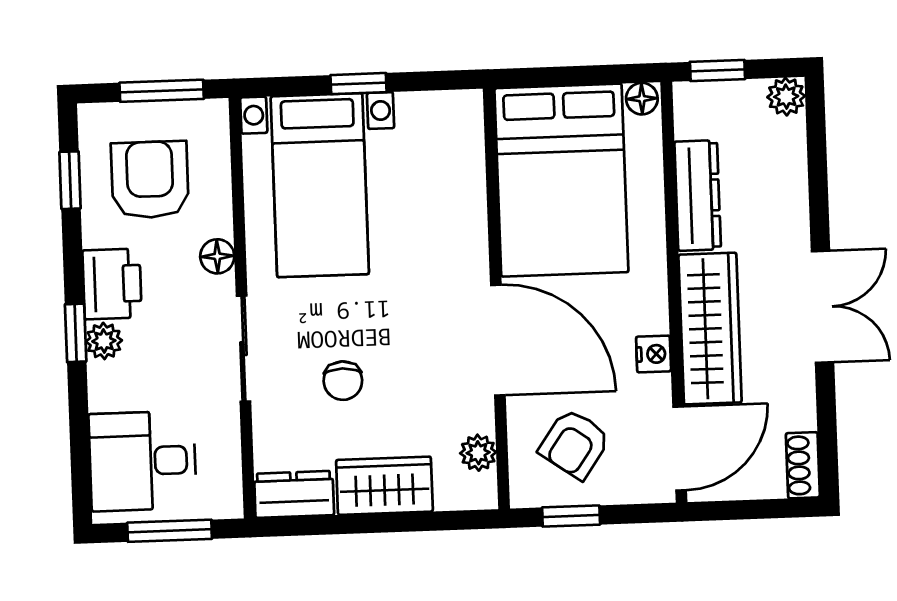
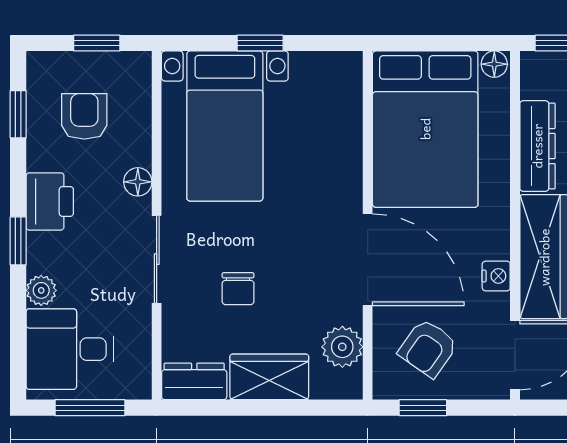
window: (162, 91) -> (97, 43), width x0.67
armchair: (150, 180) -> (84, 116), width x0.72, depth x0.72
plant: (104, 341) -> (41, 290), moved
plant: (478, 453) -> (342, 347), width x1.38, depth x1.38

